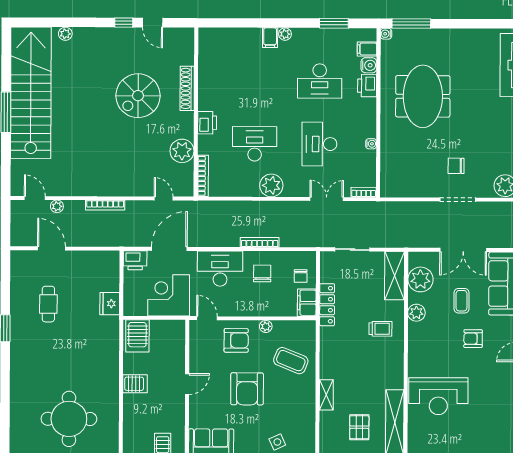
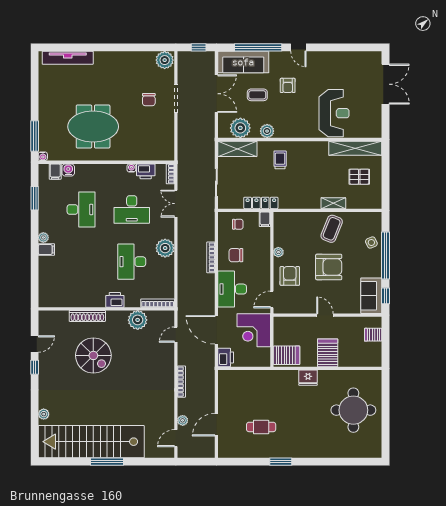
printer: (367, 86) -> (146, 171), moved
filing cabinet: (307, 303) -> (265, 219), width x0.50
fridge: (110, 304) -> (308, 378), moved
coffee table: (291, 361) -> (332, 229), moved
server rack: (135, 384) -> (328, 353), width x1.36, depth x1.44

